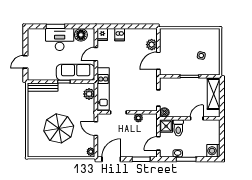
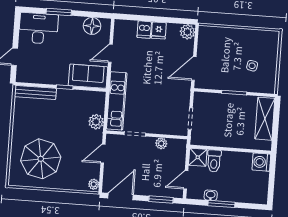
fridge: (102, 35) -> (159, 30), moved
desk: (60, 40) -> (38, 28), moved
plant: (152, 45) -> (187, 32), moved
sofa: (76, 72) -> (88, 76), width x0.73
plant: (89, 94) -> (96, 122), moved
boiler: (164, 112) -> (197, 139), removed
door: (197, 118) -> (240, 150), removed
parasol: (59, 128) -> (41, 159), moved
door: (96, 129) -> (103, 154), hinge flipped
washing machine: (213, 151) -> (261, 162), moved

